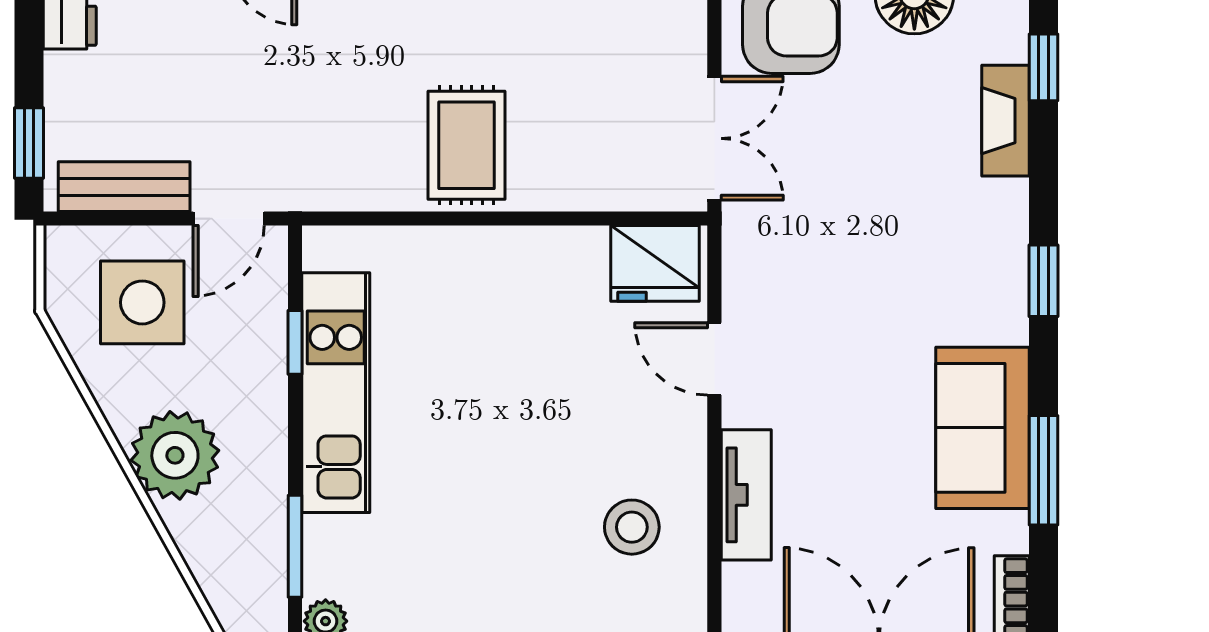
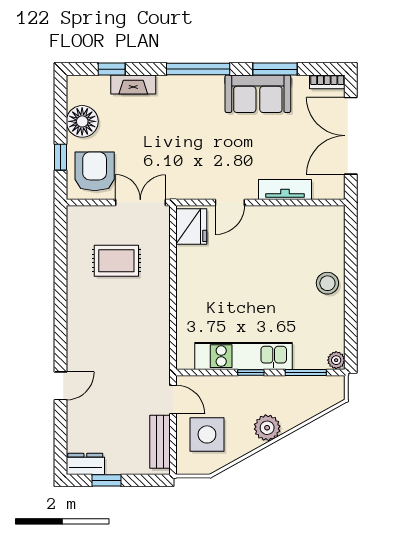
window: (29, 143) -> (106, 480), moved
rug: (466, 145) -> (116, 261), moved
window: (1044, 281) -> (198, 69), width x2.17
window: (295, 342) -> (251, 373), moved
plant: (175, 455) -> (267, 428), width x0.73, depth x0.73
stool: (632, 527) -> (327, 283), moved

